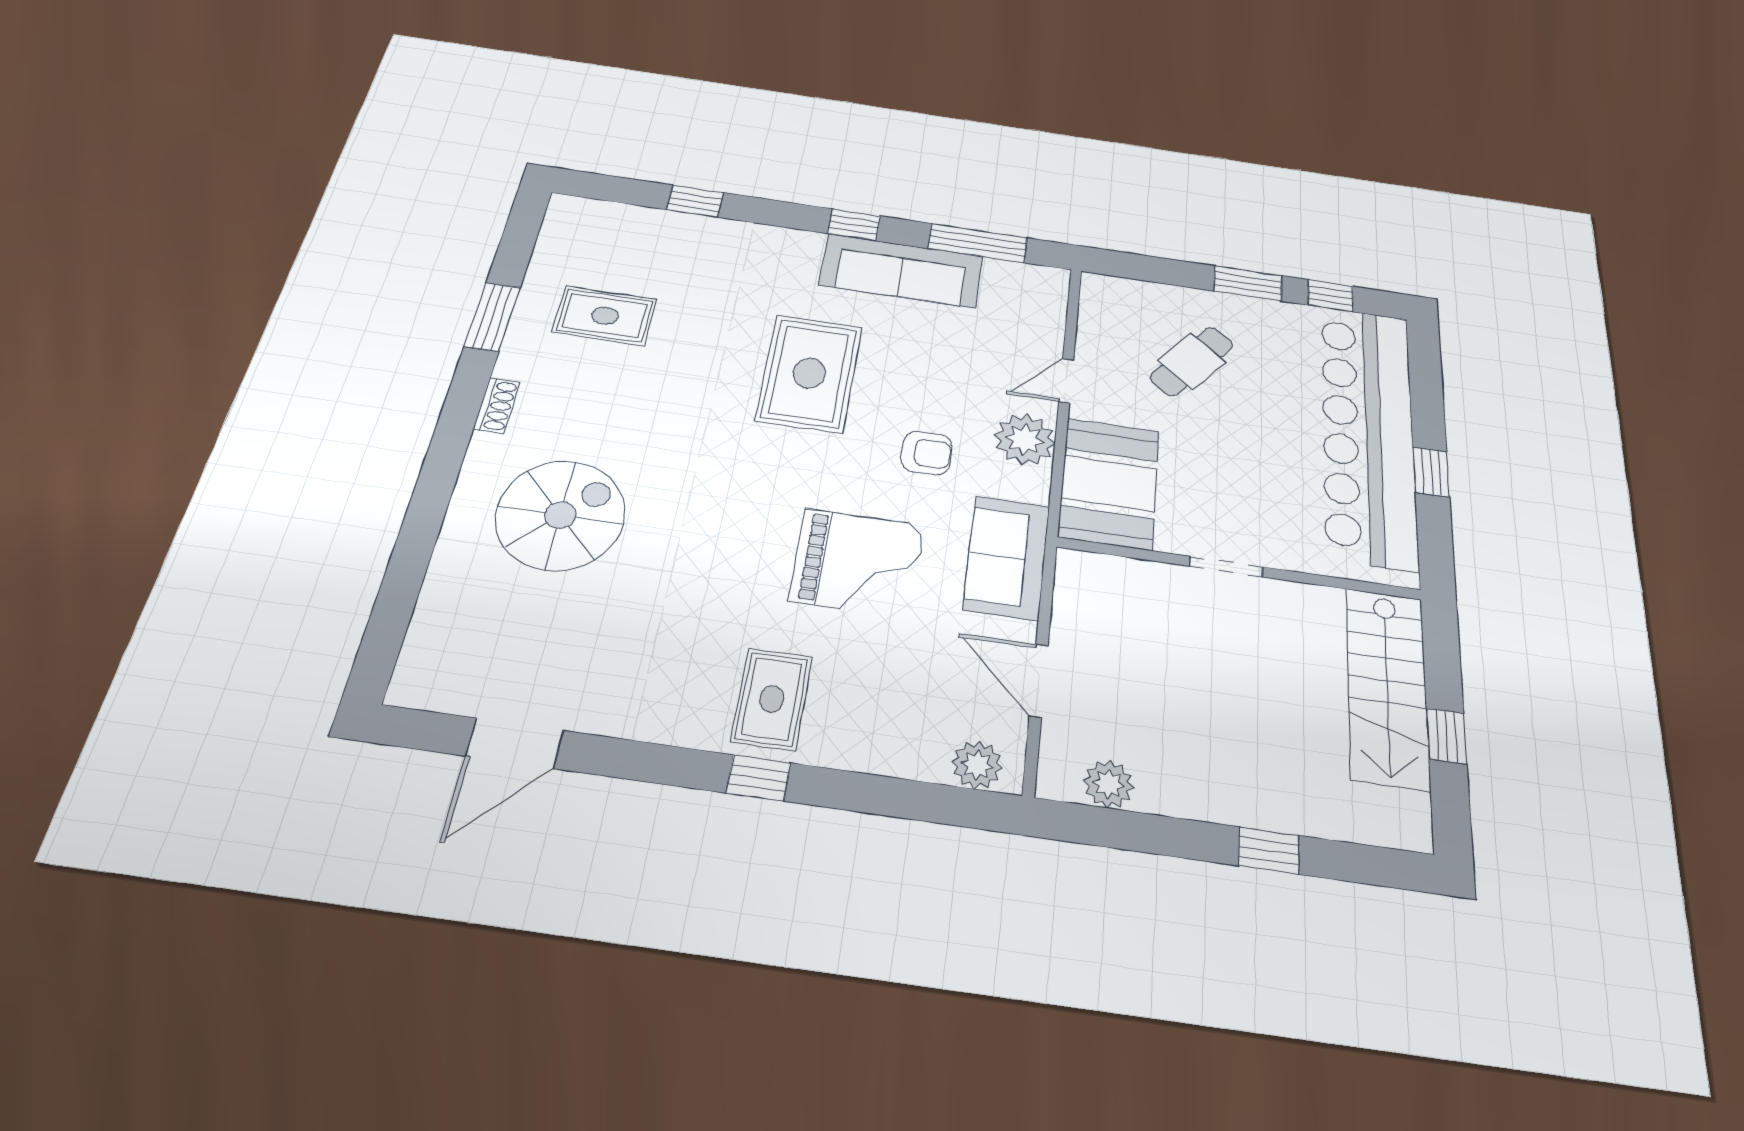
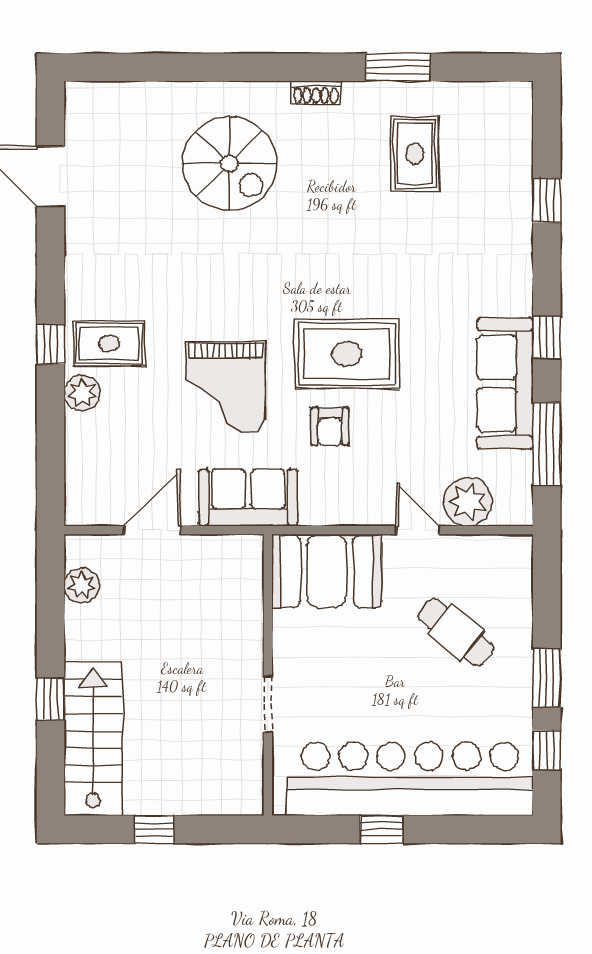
rug: (809, 373) -> (347, 354), moved
plant: (1025, 439) -> (468, 502), moved
doorway: (1226, 567) -> (268, 704), moved
stairs: (1387, 687) -> (93, 739), moved, turned 90
plant: (977, 765) -> (82, 393), moved

